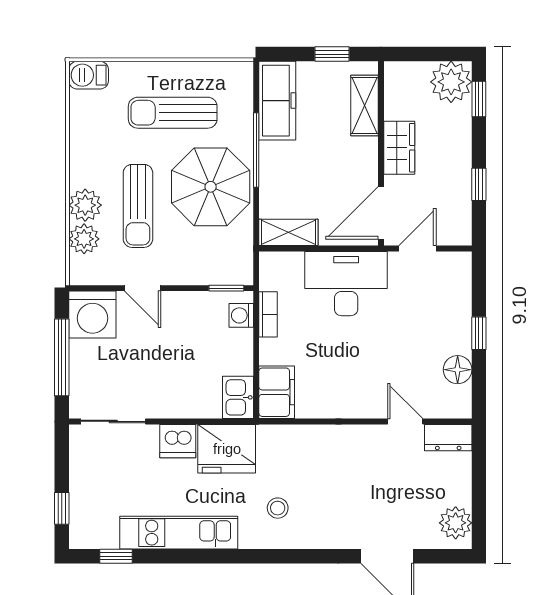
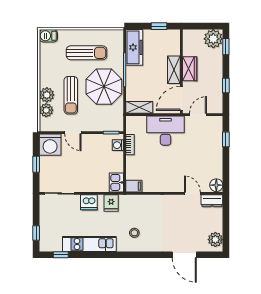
shelving: (364, 105) -> (174, 70), moved
sun lounger: (173, 113) -> (87, 53), turned 180
window: (479, 333) -> (226, 139), moved
window: (62, 357) -> (36, 164), width x0.46
floor lamp: (458, 370) -> (216, 185), moved
filing cabinet: (277, 392) -> (134, 186), width x0.50
fridge: (227, 449) -> (111, 203), width x0.53, depth x0.75

